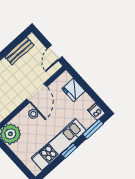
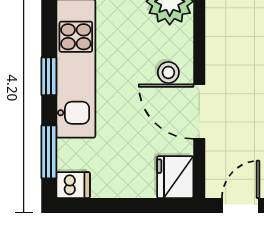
door: (55, 53) -> (241, 206), hinge flipped
fridge: (74, 90) -> (175, 177), moved, turned -90

